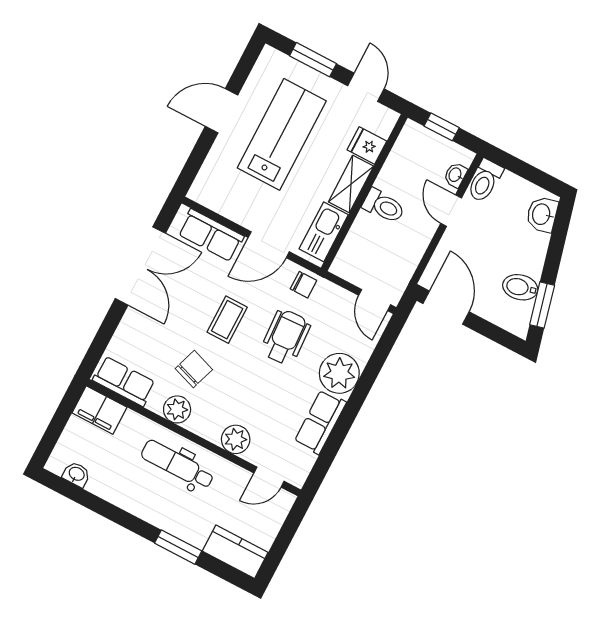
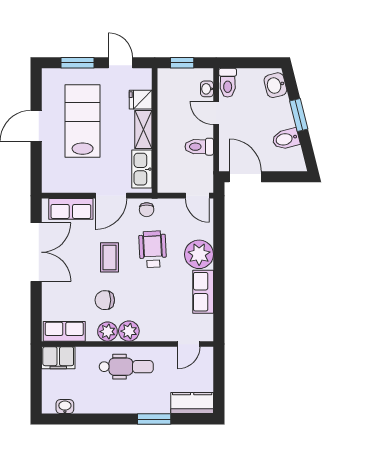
toilet: (384, 206) -> (199, 147), moved, turned 180
chair: (303, 285) -> (147, 210), turned 90
window: (542, 305) -> (299, 115), moved
chair: (194, 369) -> (105, 300), turned -109
plant: (236, 439) -> (129, 331), moved
dental chair: (177, 465) -> (126, 367), turned 180

